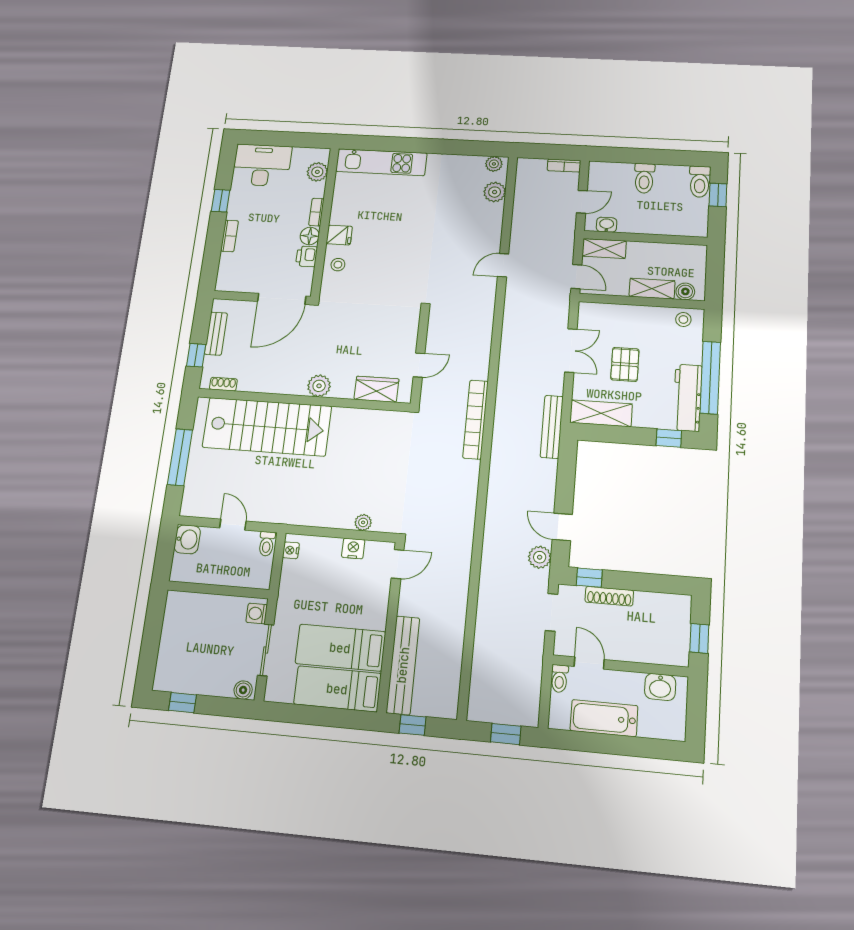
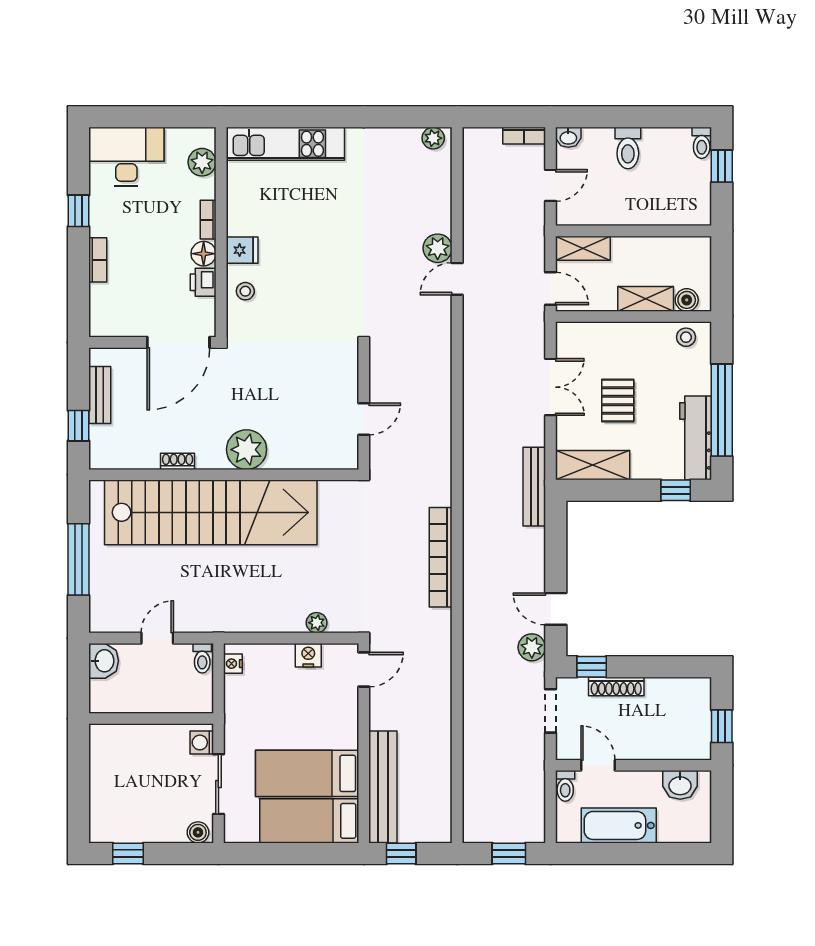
toilet: (700, 182) -> (702, 143), width x0.73, depth x0.72
plant: (495, 192) -> (438, 248), moved
washbasin: (607, 225) -> (568, 137), moved, turned 180
shoe rack: (223, 384) -> (178, 461), moved
plant: (319, 386) -> (247, 450), width x1.36, depth x1.36
wardrobe: (376, 389) -> (314, 454), removed
bookcase: (476, 419) -> (441, 557), moved
stairs: (267, 427) -> (211, 512), width x1.36
door: (233, 525) -> (157, 638), hinge flipped

